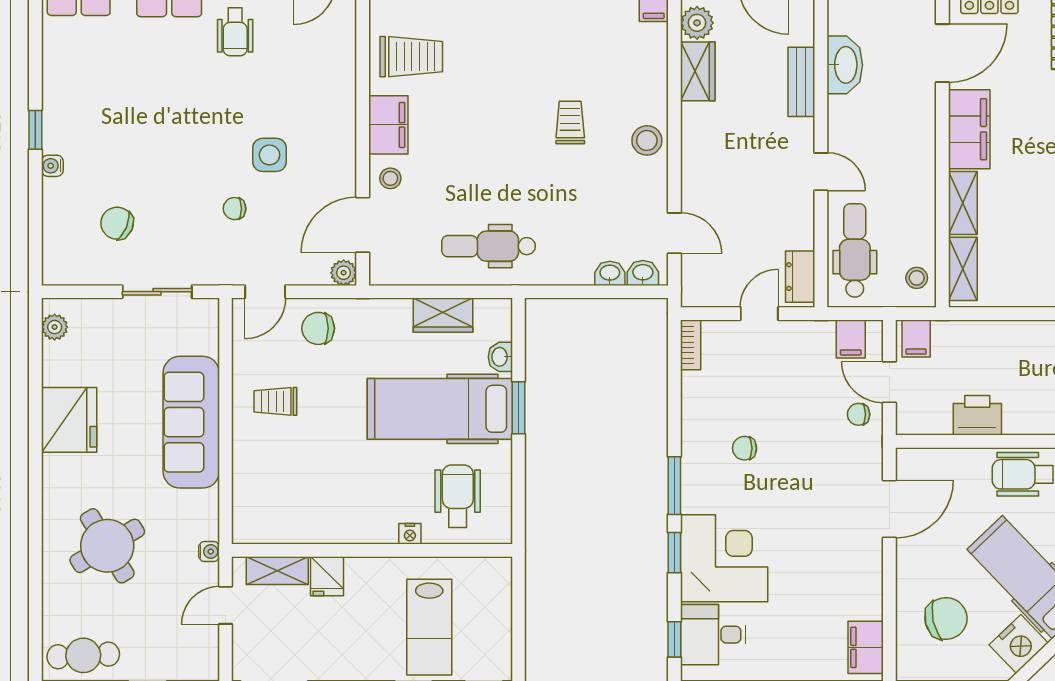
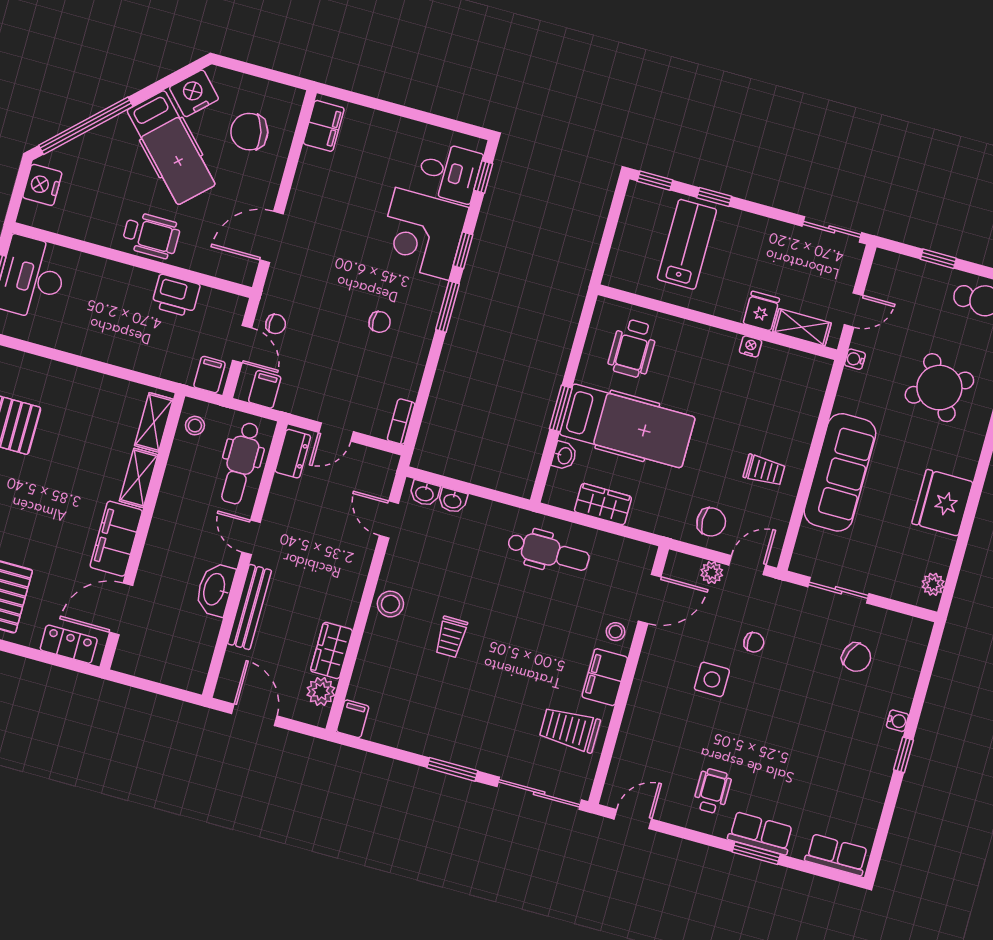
washbasin: (845, 65) -> (215, 589), moved
bench: (801, 82) -> (250, 607), width x1.36
plant: (344, 273) -> (712, 573), moved
nightstand: (410, 534) -> (750, 346), moved

